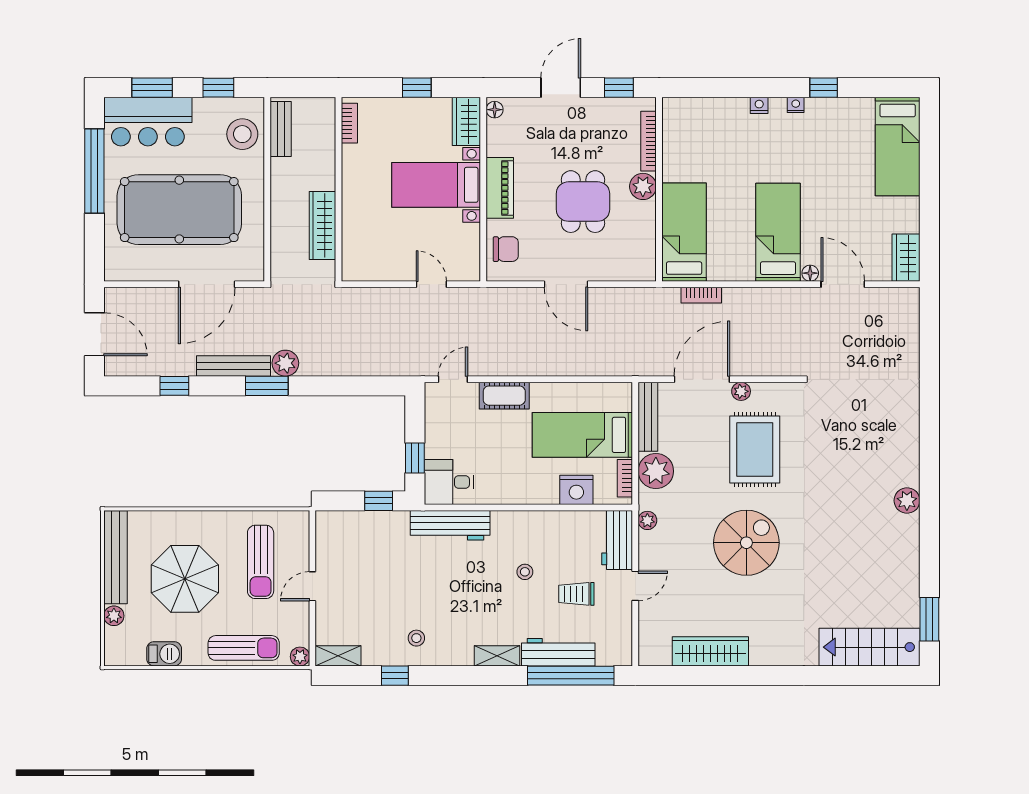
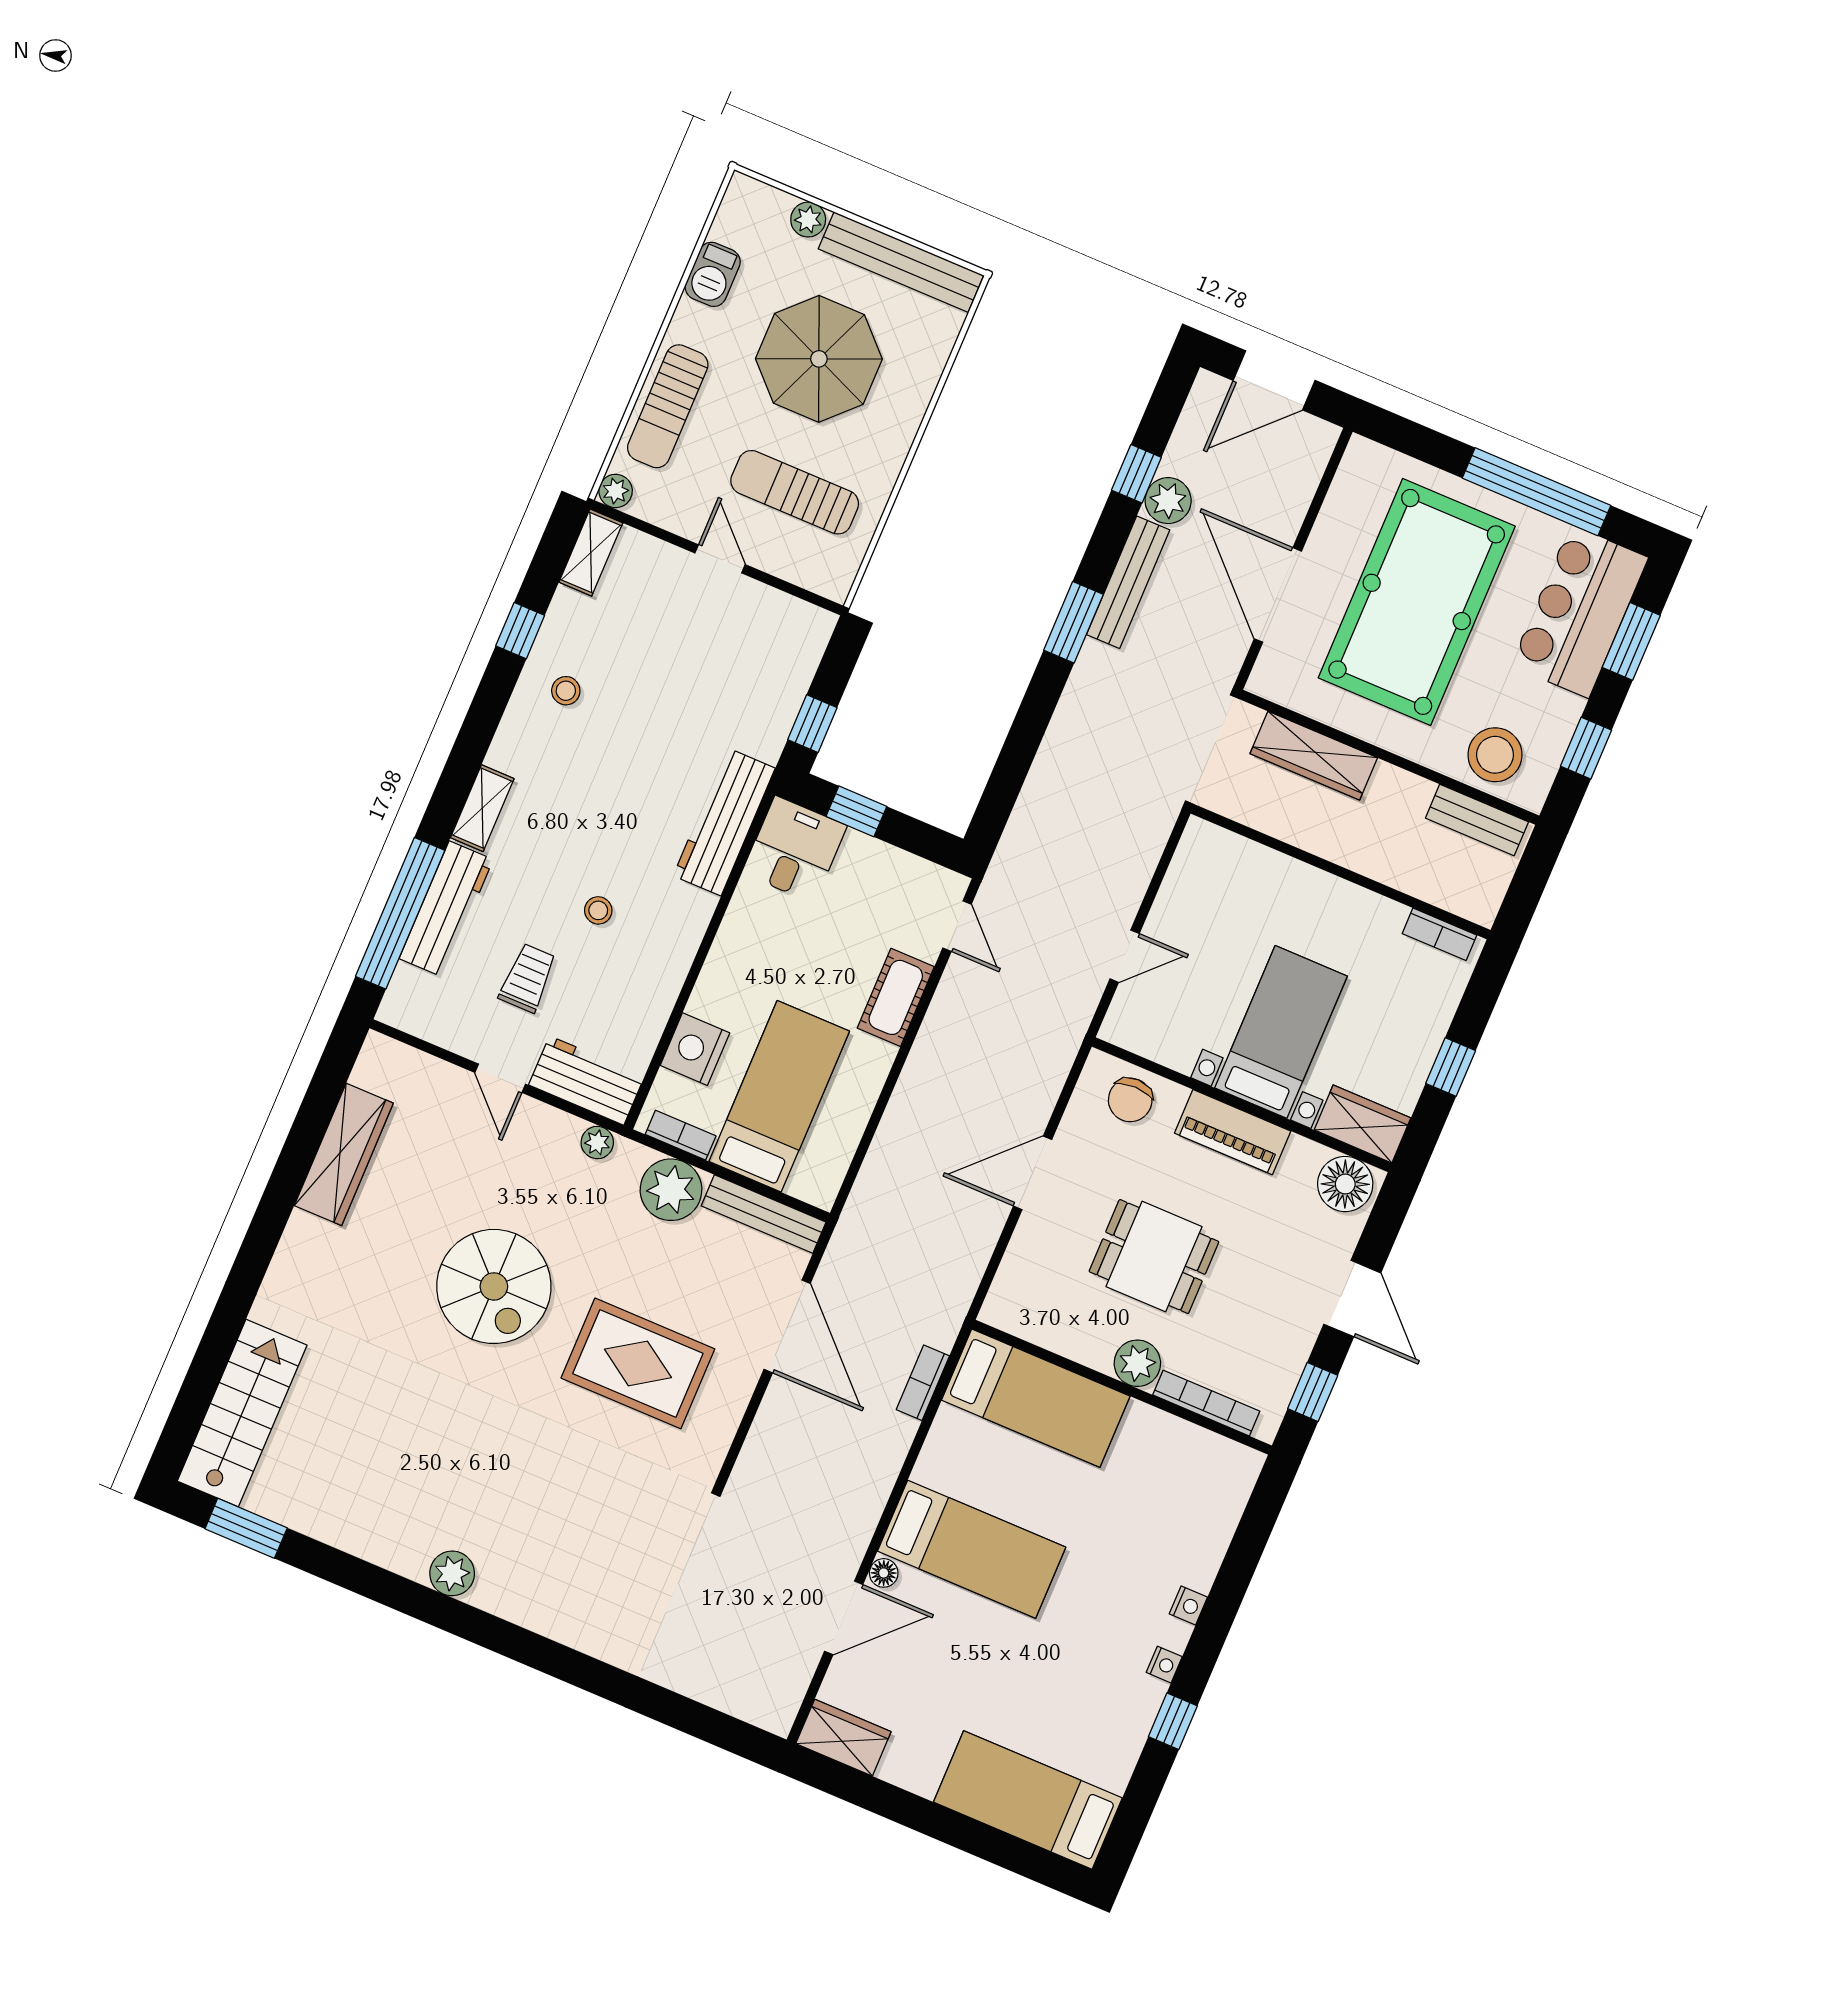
floor lamp: (495, 110) -> (1345, 1184), width x1.89, depth x1.89
wardrobe: (322, 225) -> (1314, 756), moved, turned 180
plant: (285, 363) -> (1168, 501), moved
plant: (741, 391) -> (741, 1381), removed

